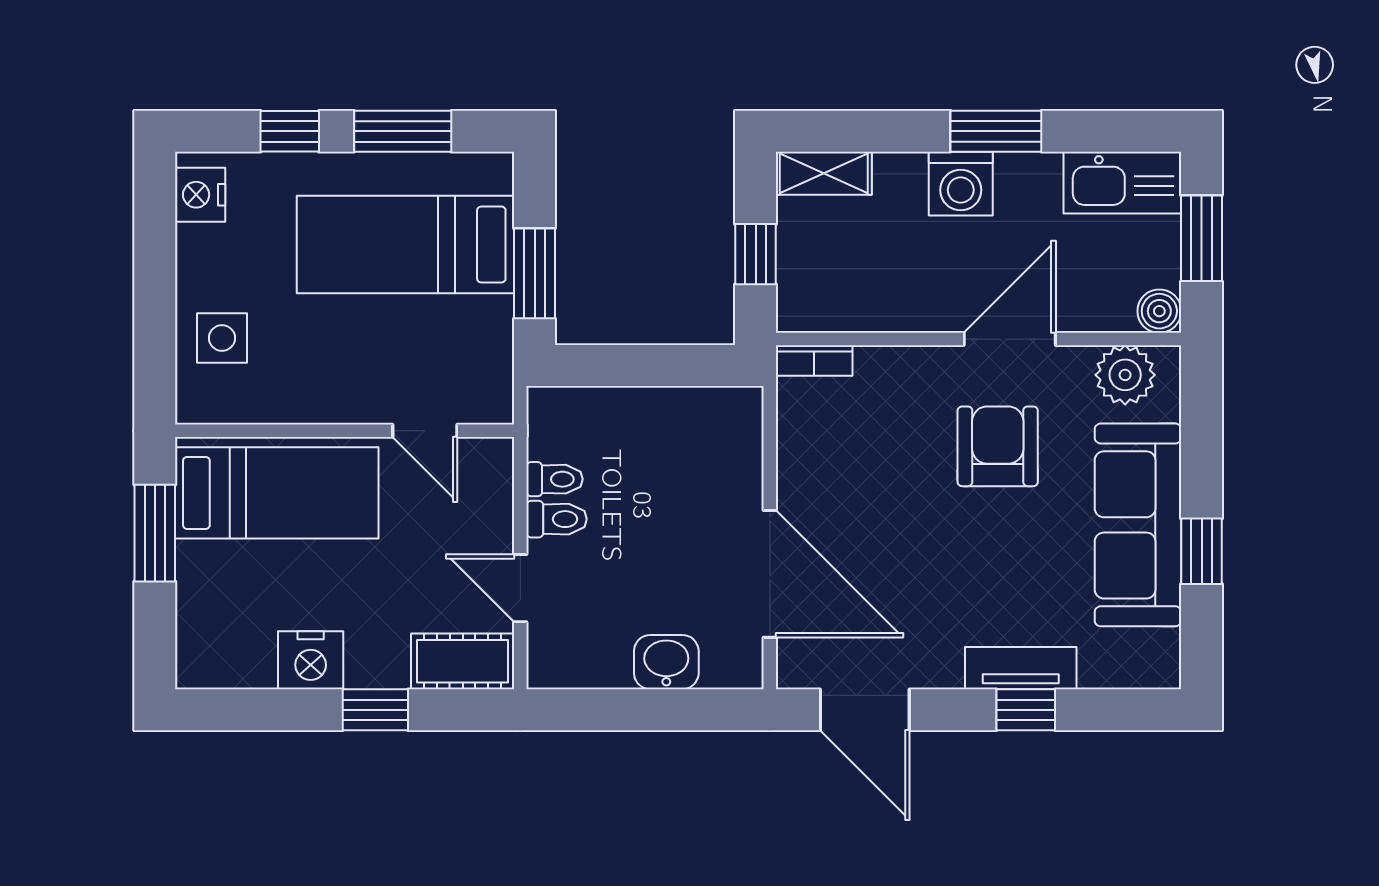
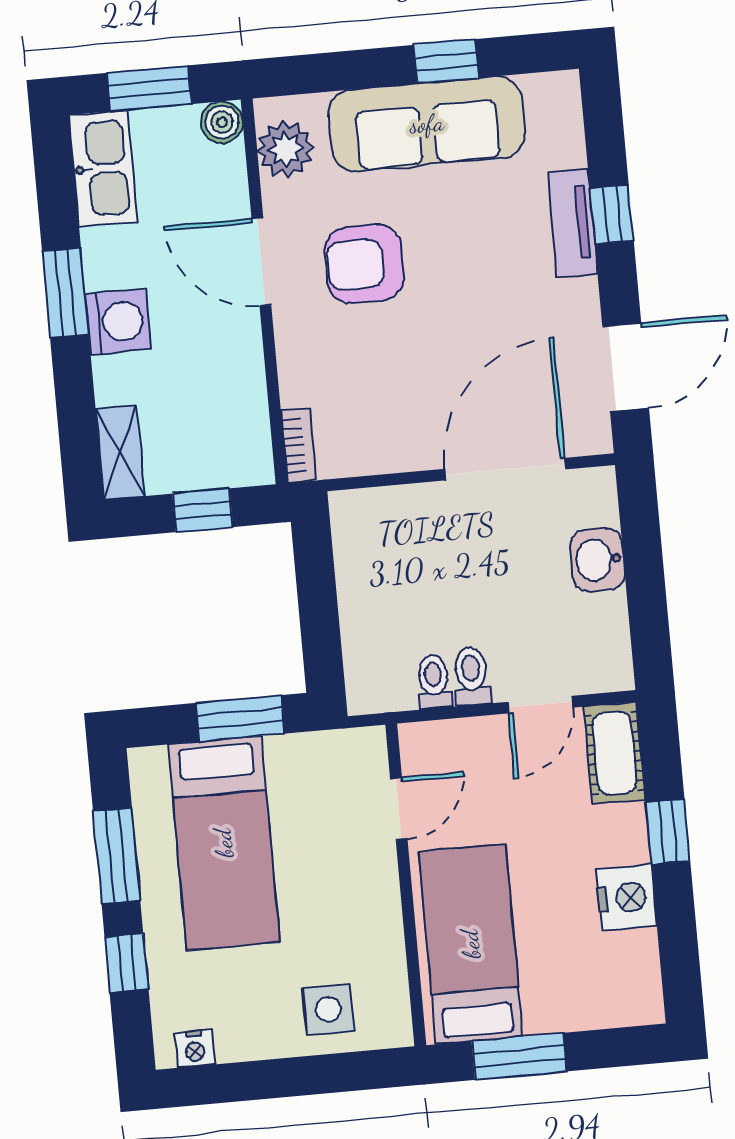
nightstand: (200, 195) -> (195, 1049), width x0.72, depth x0.74

